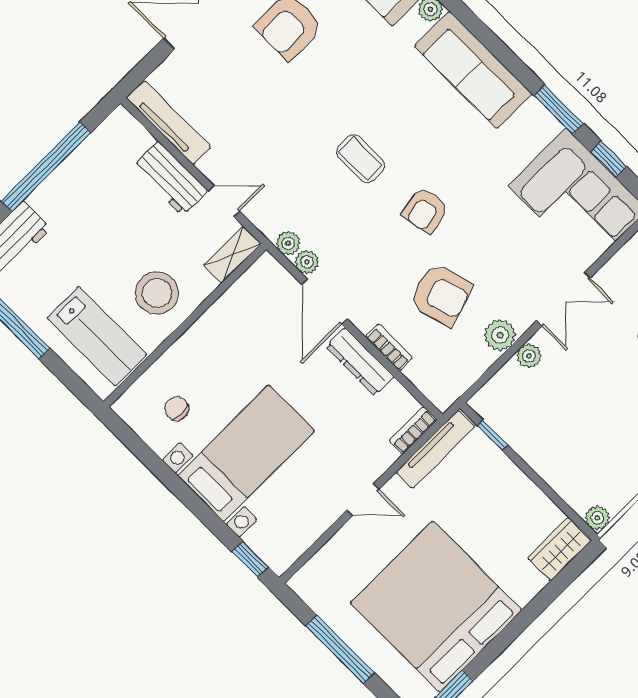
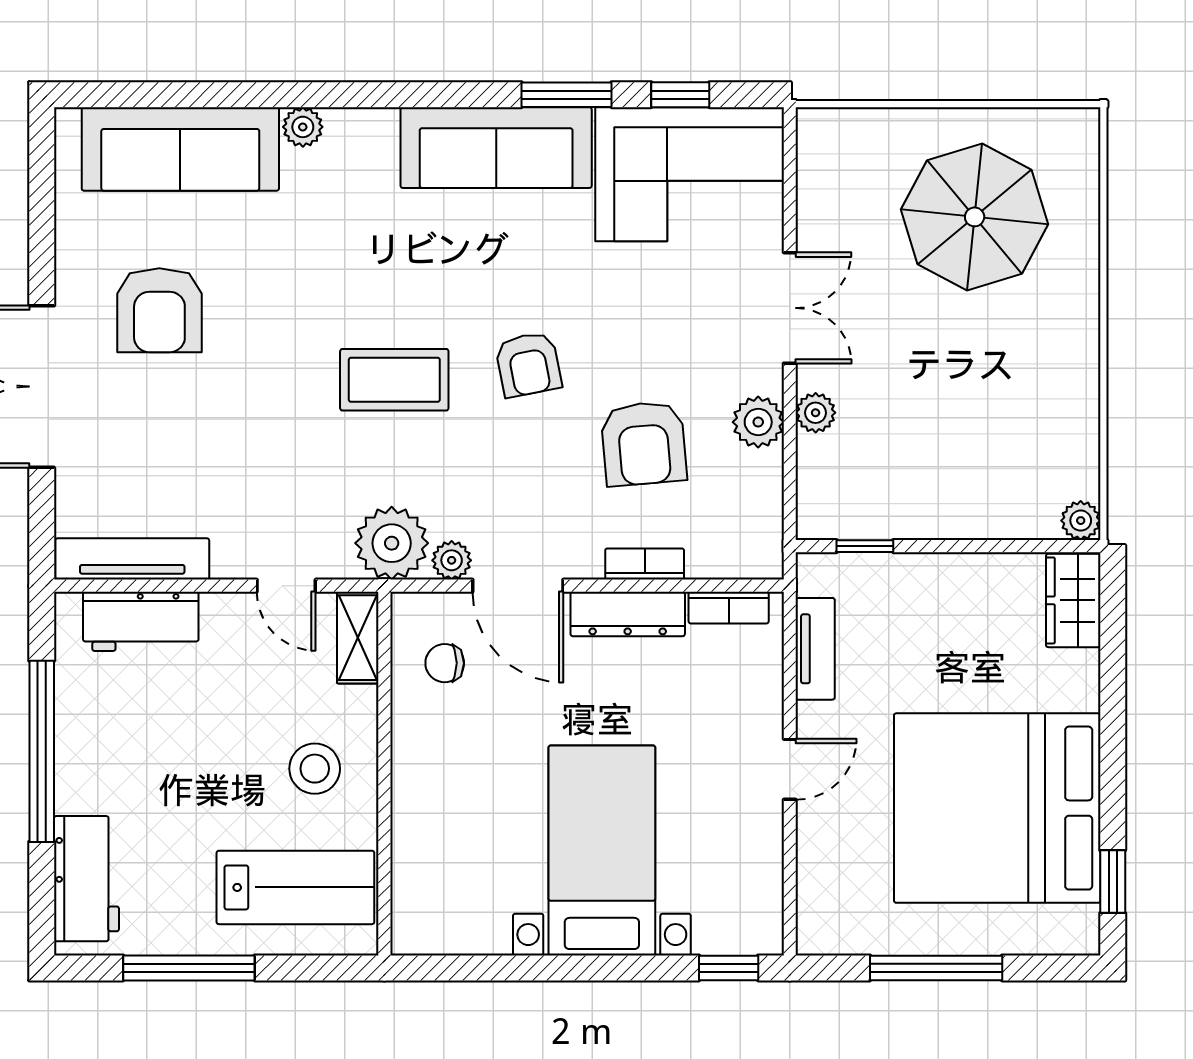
sofa: (473, 70) -> (496, 148), moved
coffee table: (360, 159) -> (394, 380), width x1.36, depth x1.30
workbench: (170, 178) -> (141, 621), moved
door: (224, 201) -> (286, 586), swing flipped
plant: (288, 243) -> (392, 543), width x1.87, depth x1.87
stool: (157, 293) -> (315, 769), width x0.73, depth x0.73
armchair: (441, 295) -> (644, 444), turned 102
chair: (177, 409) -> (445, 663), moved
bookcase: (413, 430) -> (729, 608), moved, turned -90
tv unit: (435, 449) -> (815, 649), width x0.71

